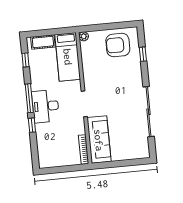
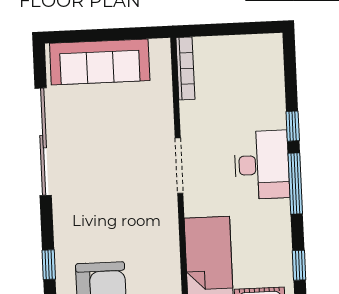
sofa: (99, 140) -> (100, 62), moved, turned -90

